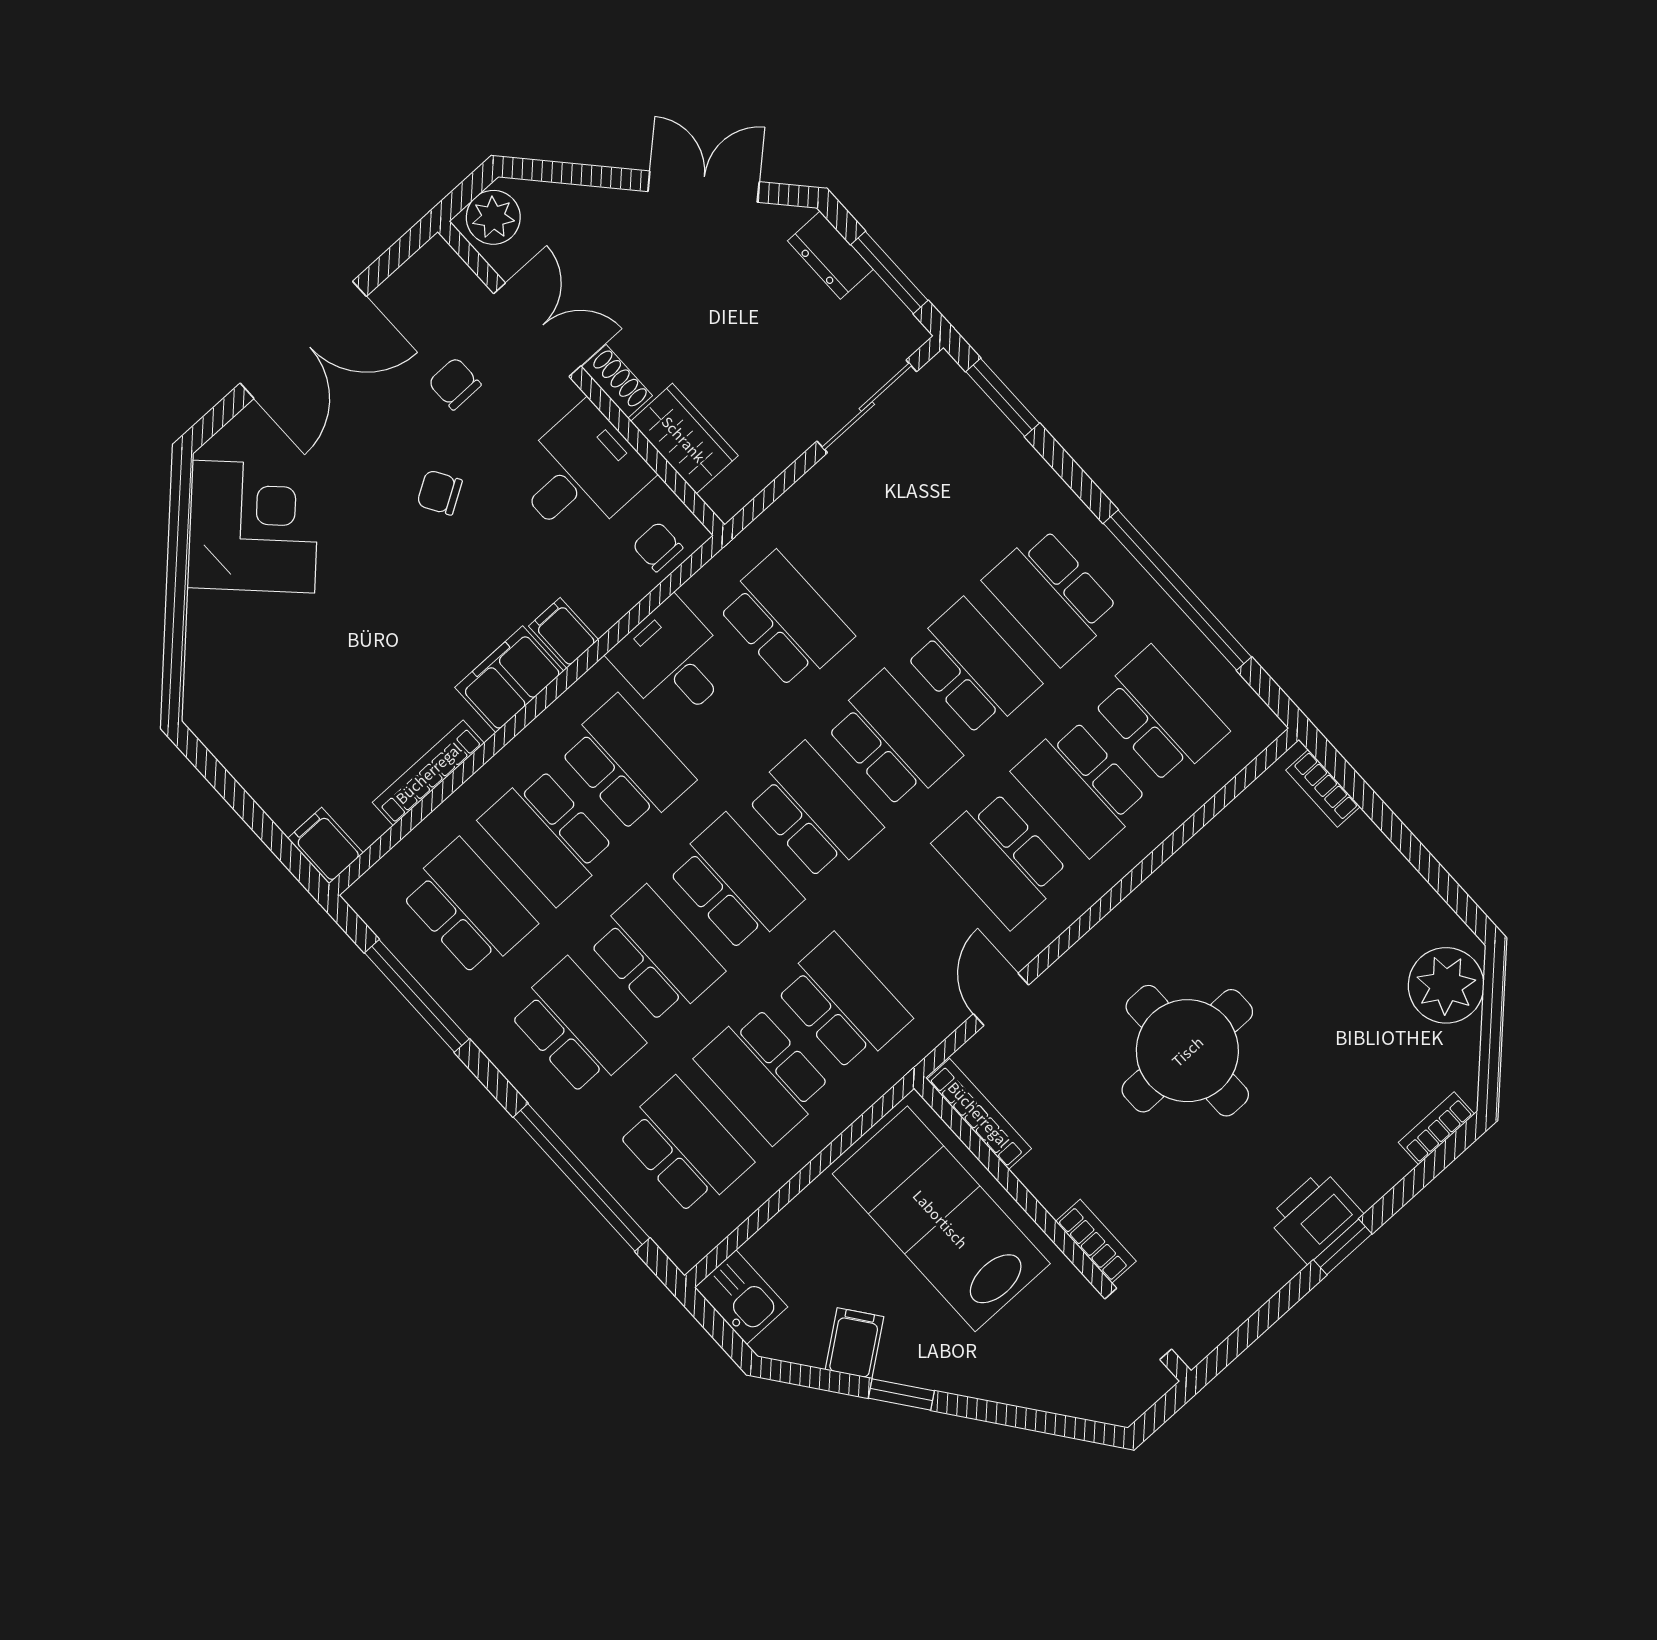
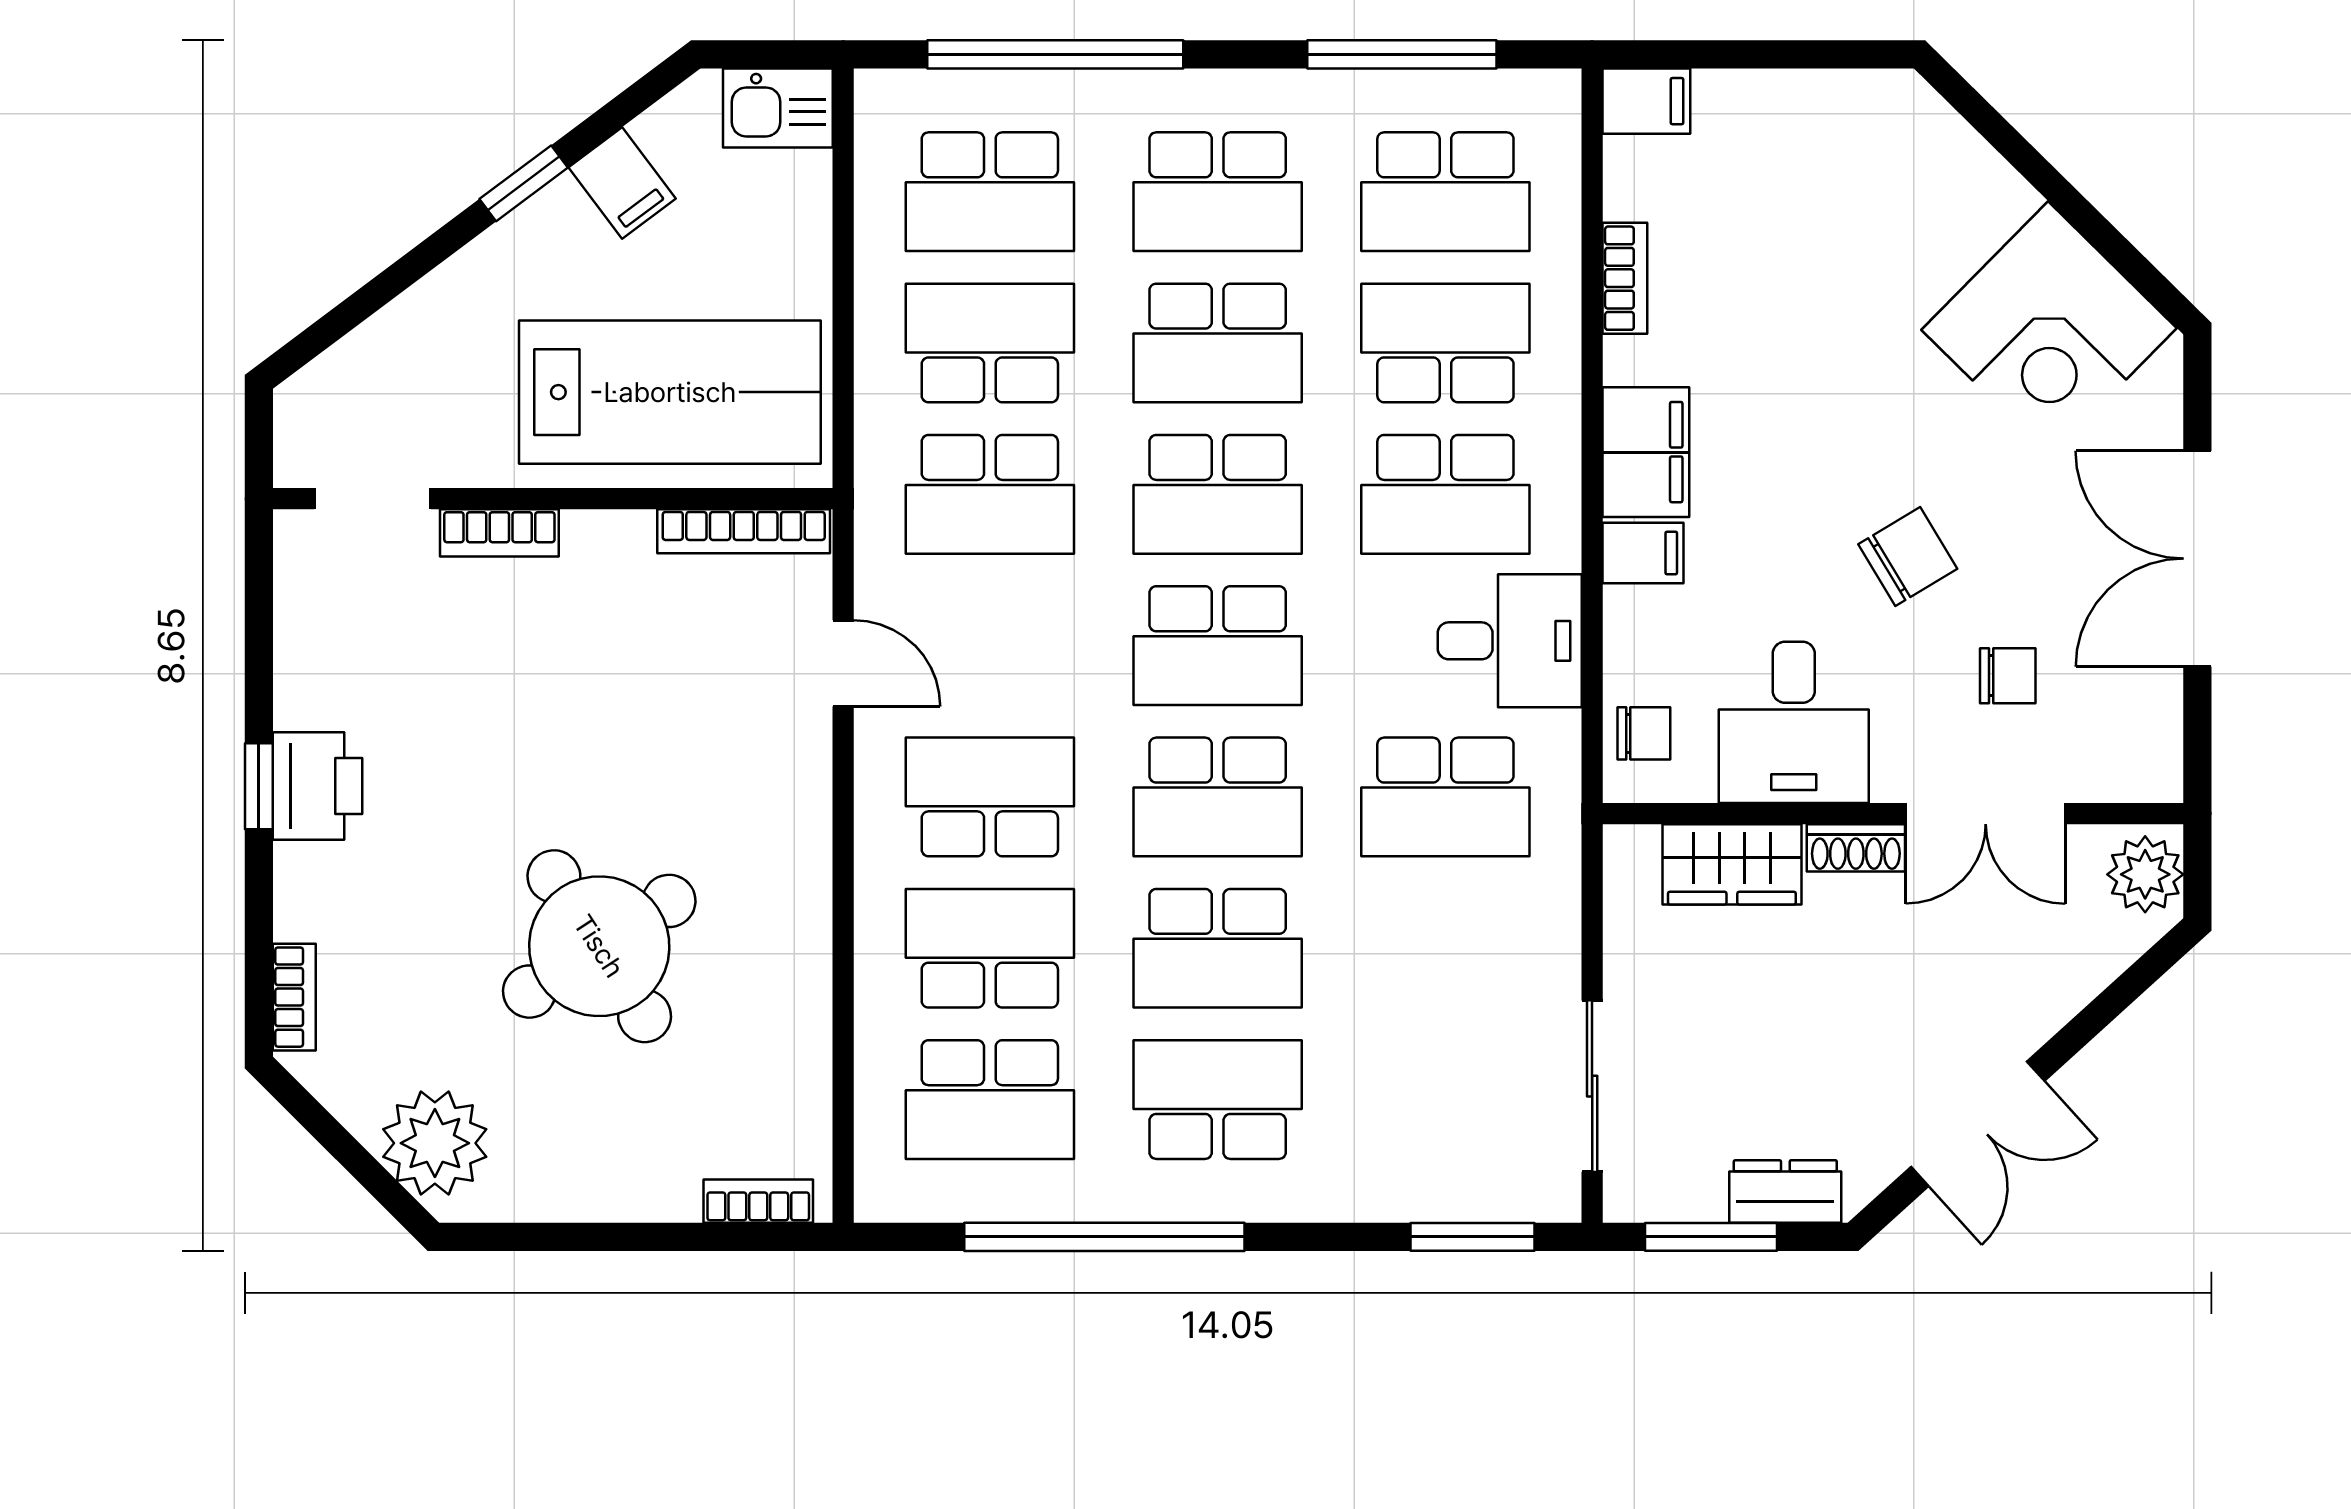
chair: (440, 493) -> (1908, 557), width x1.37, depth x1.37
bookcase: (428, 773) -> (1625, 278), width x0.64
round table: (1187, 1051) -> (599, 946), moved, turned -33

